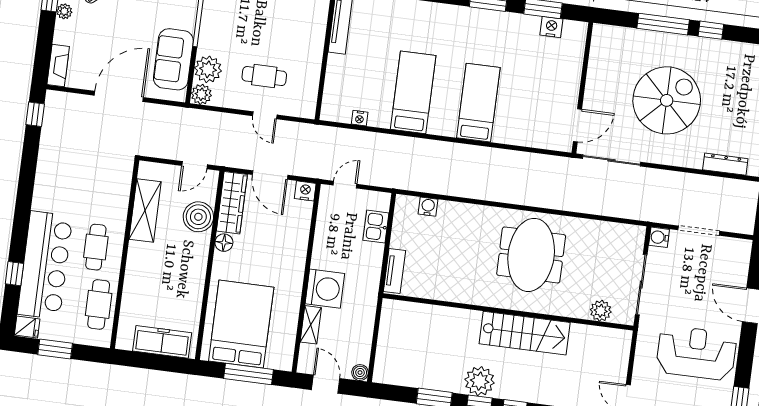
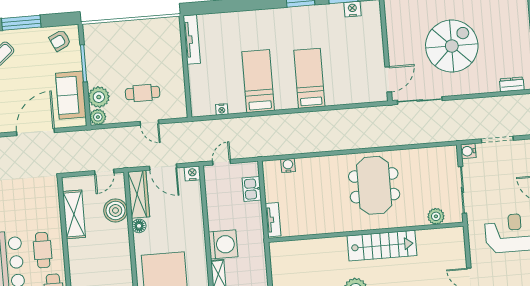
dresser: (725, 164) -> (512, 84), width x0.70

